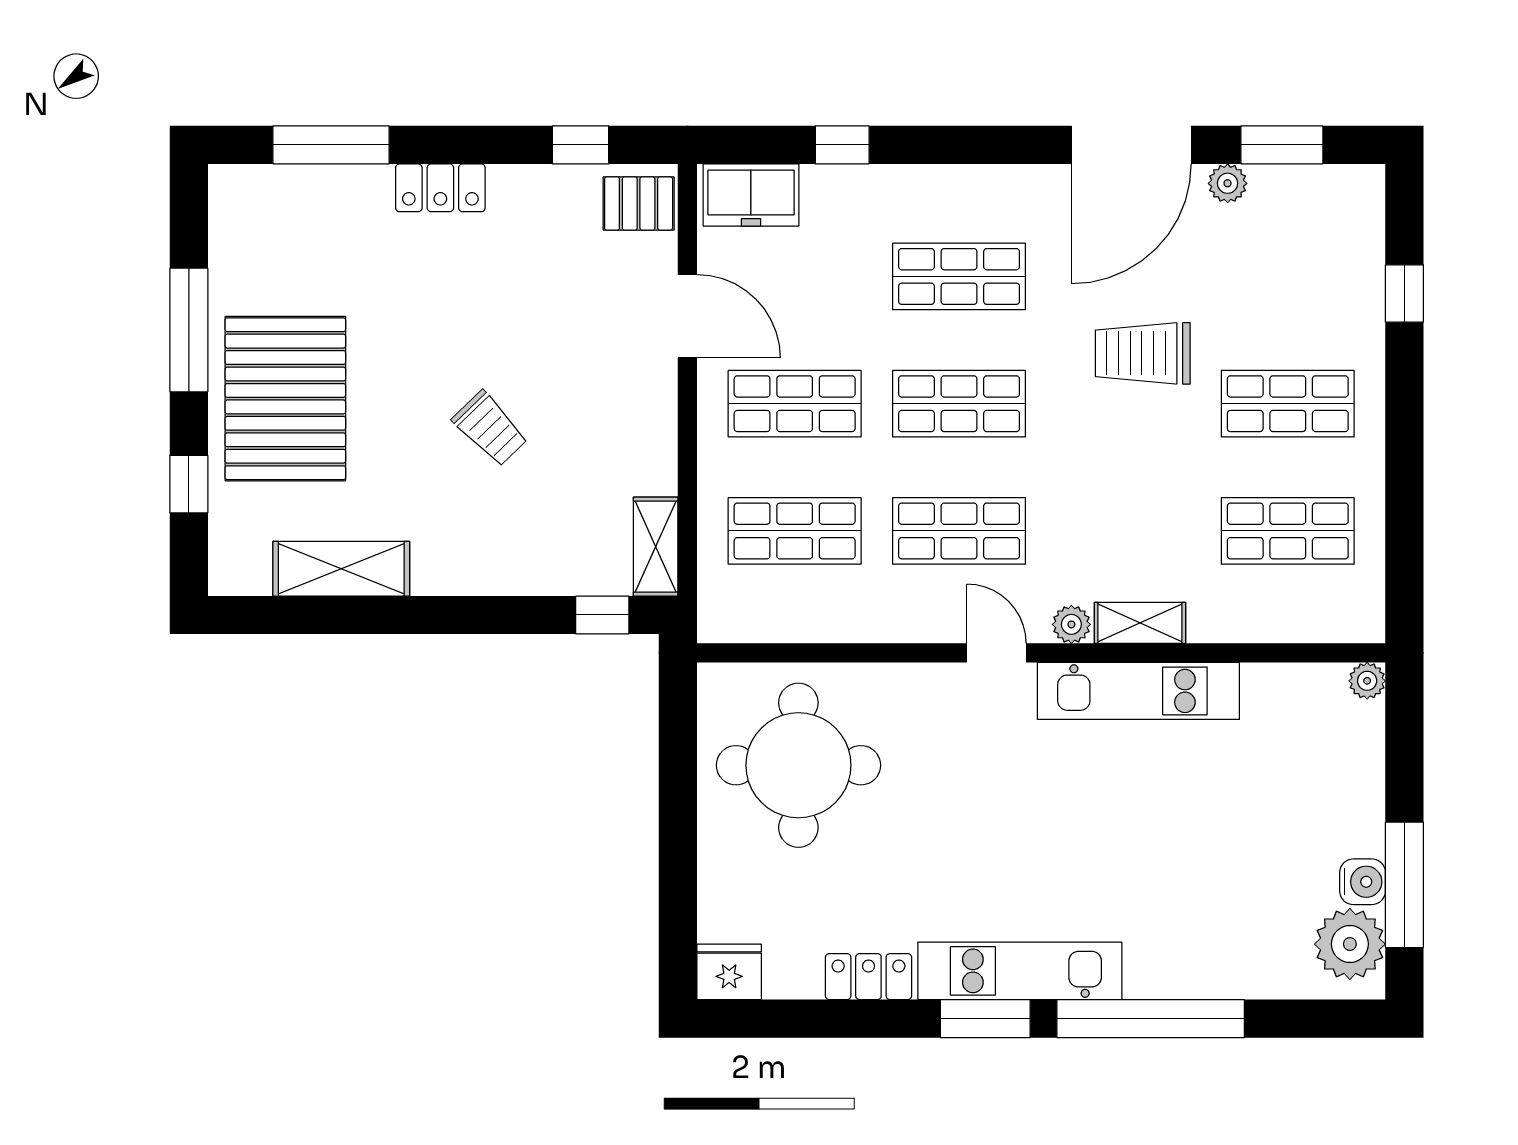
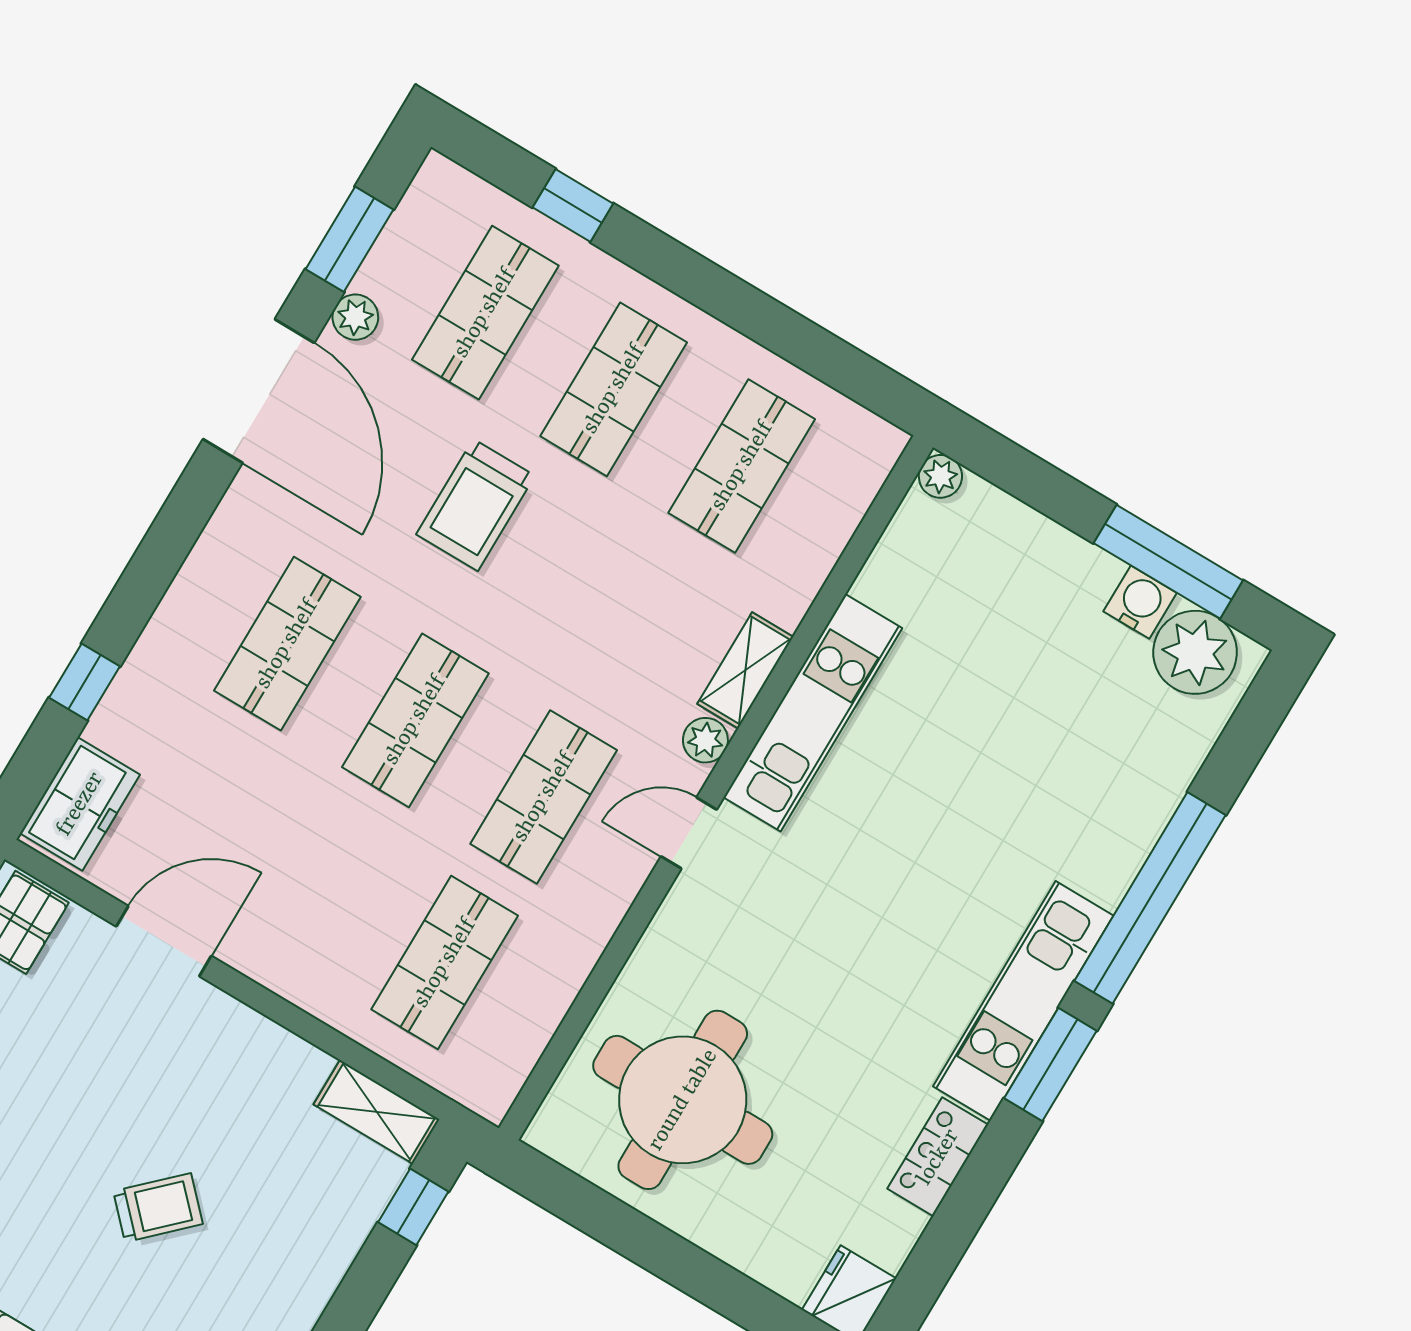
shop shelf: (795, 404) -> (485, 313), moved

